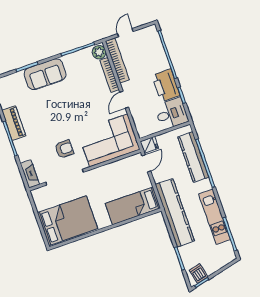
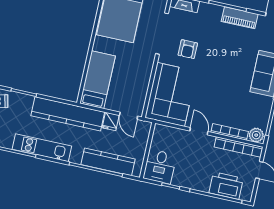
printer: (166, 85) -> (226, 186), moved
fridge: (149, 145) -> (111, 121), moved

